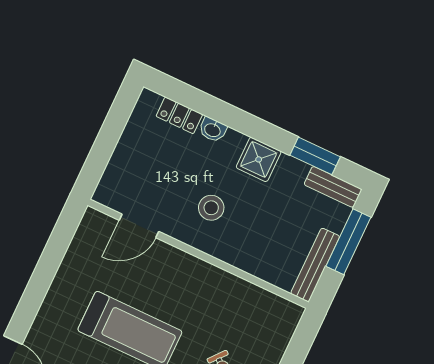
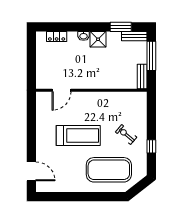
washbasin: (213, 130) -> (84, 36), moved
stool: (211, 208) -> (88, 69), removed
bench: (315, 265) -> (142, 76), width x0.73

